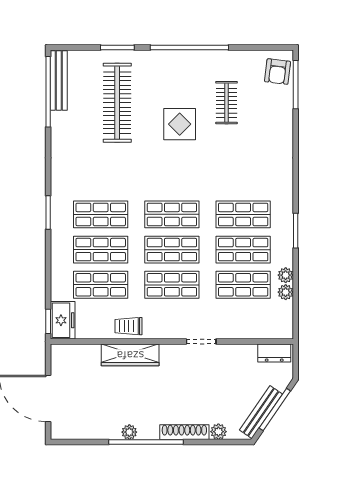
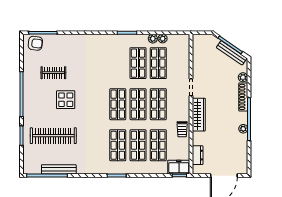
bench: (59, 80) -> (59, 169), moved
shop shelf: (243, 214) -> (118, 63), removed
dresser: (274, 353) -> (198, 155), moved
wardrobe: (130, 355) -> (199, 115), moved

